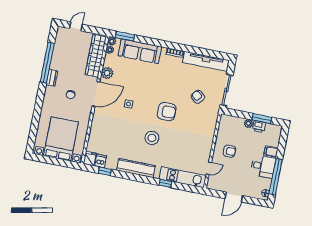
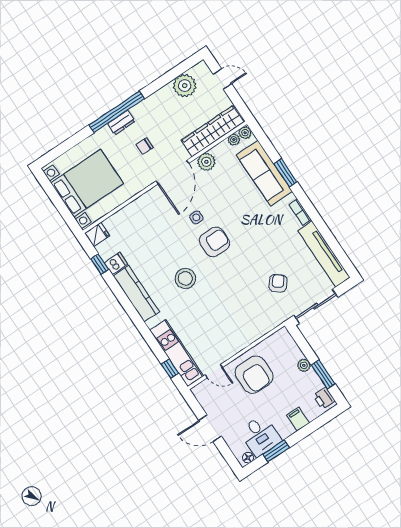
window: (125, 36) -> (285, 173), moved
plant: (61, 47) -> (185, 86), added
window: (47, 63) -> (117, 112), moved
dresser: (52, 78) -> (121, 123), moved
door: (96, 94) -> (172, 172), hinge flipped
armchair: (167, 112) -> (214, 242), moved, turned -90
printer: (259, 127) -> (324, 398), moved
armchair: (229, 151) -> (254, 375), width x1.88, depth x1.88
dishwasher: (101, 161) -> (116, 263), moved
desk: (263, 166) -> (260, 436), moved
window: (276, 177) -> (276, 451), width x0.47
window: (165, 183) -> (170, 369), moved

